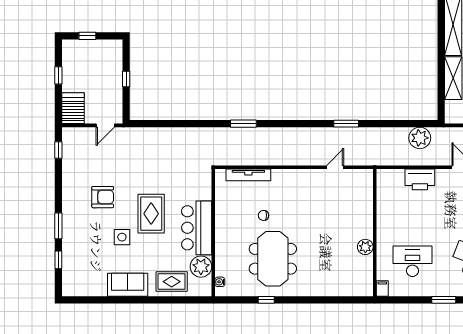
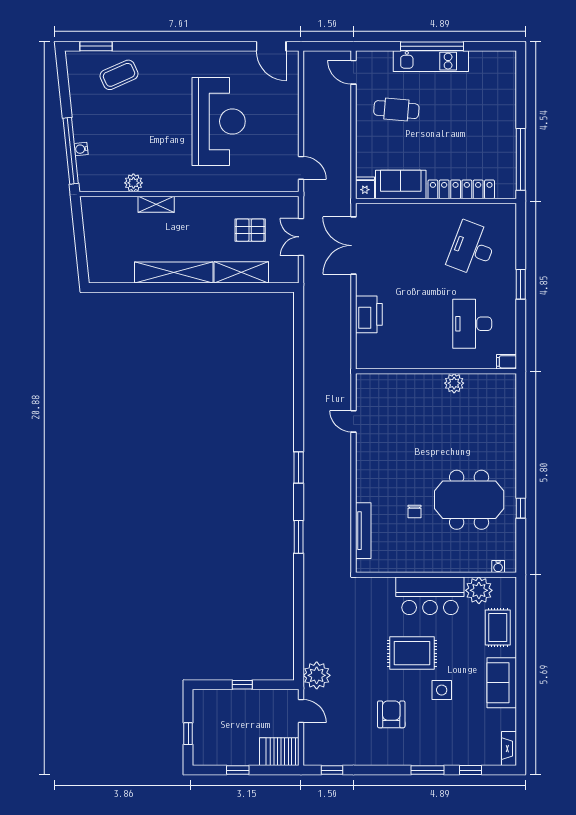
window: (346, 124) -> (299, 467), moved
plant: (420, 138) -> (317, 675), moved
fireplace: (75, 291) -> (509, 749), added

